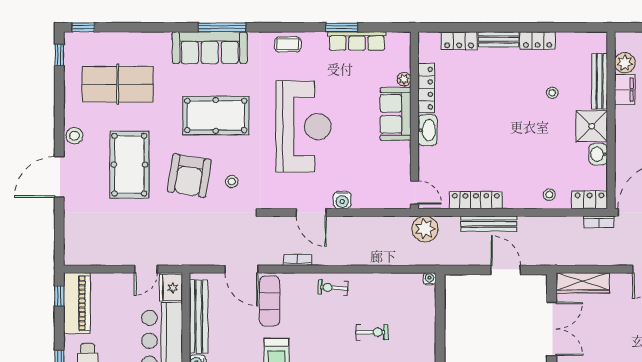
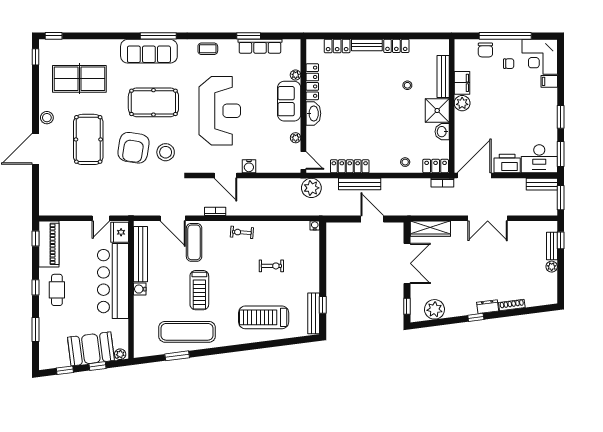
plant: (625, 63) -> (462, 103), moved
plant: (404, 162) -> (296, 138), added
stool: (232, 182) -> (166, 152), width x1.89, depth x1.89

